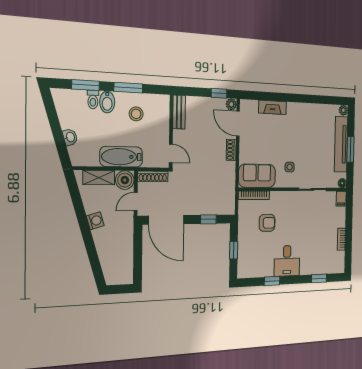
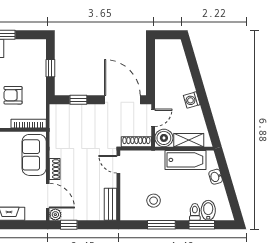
bidet: (107, 102) -> (208, 210), moved
bathtub: (121, 157) -> (186, 160), moved
sofa: (257, 176) -> (34, 155), moved, turned 90

